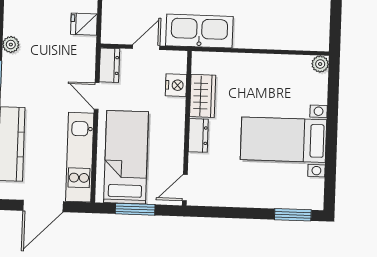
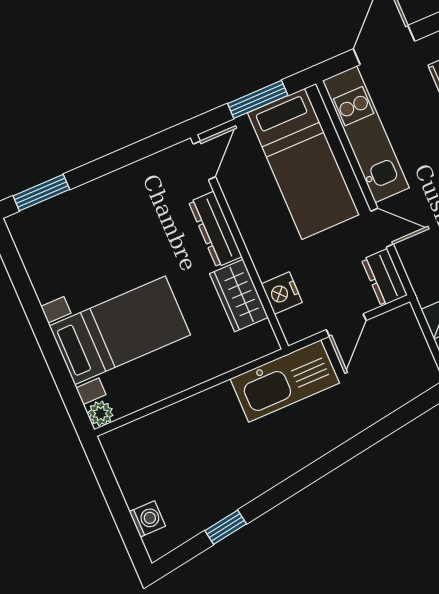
dresser: (198, 135) -> (215, 229), width x1.44
bed with nightstands: (284, 140) -> (120, 330), moved

